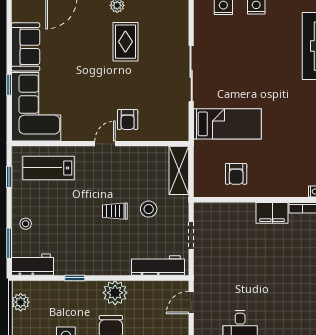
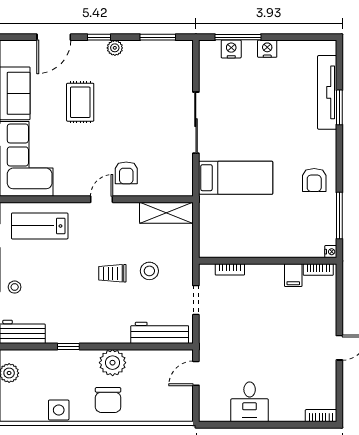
rug: (125, 42) -> (80, 102), moved
shelving: (179, 170) -> (166, 213), moved, turned 90
armchair: (236, 174) -> (314, 180), moved
bookcase: (222, 208) -> (230, 269), added
filing cabinet: (272, 213) -> (293, 275), width x0.50

